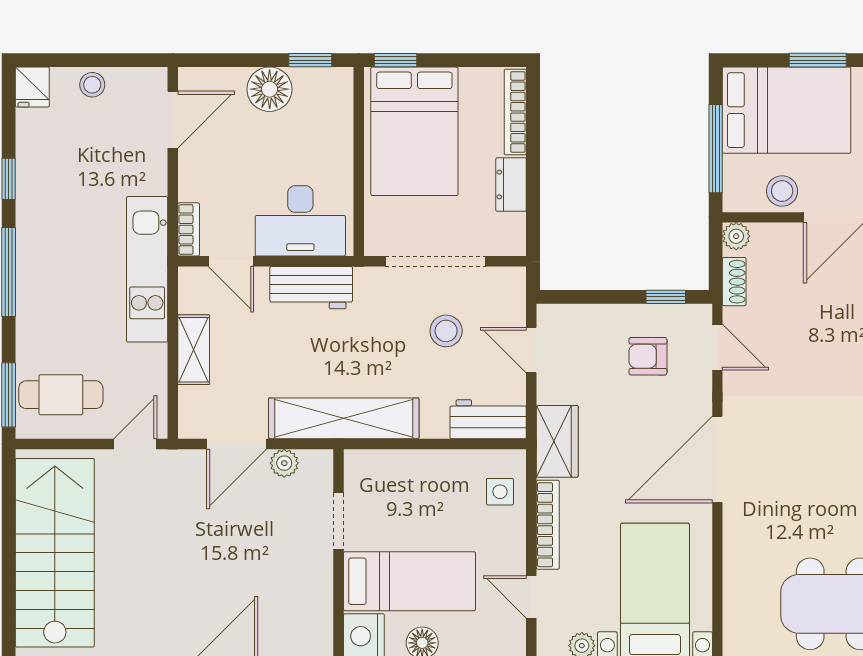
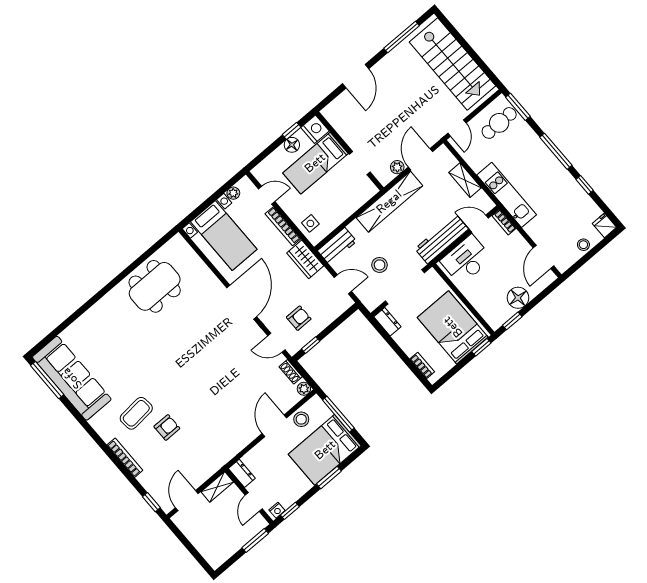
bookcase: (515, 112) -> (422, 365), width x0.64
dresser: (511, 185) -> (387, 322), moved
workbench: (311, 288) -> (442, 239), width x1.38

